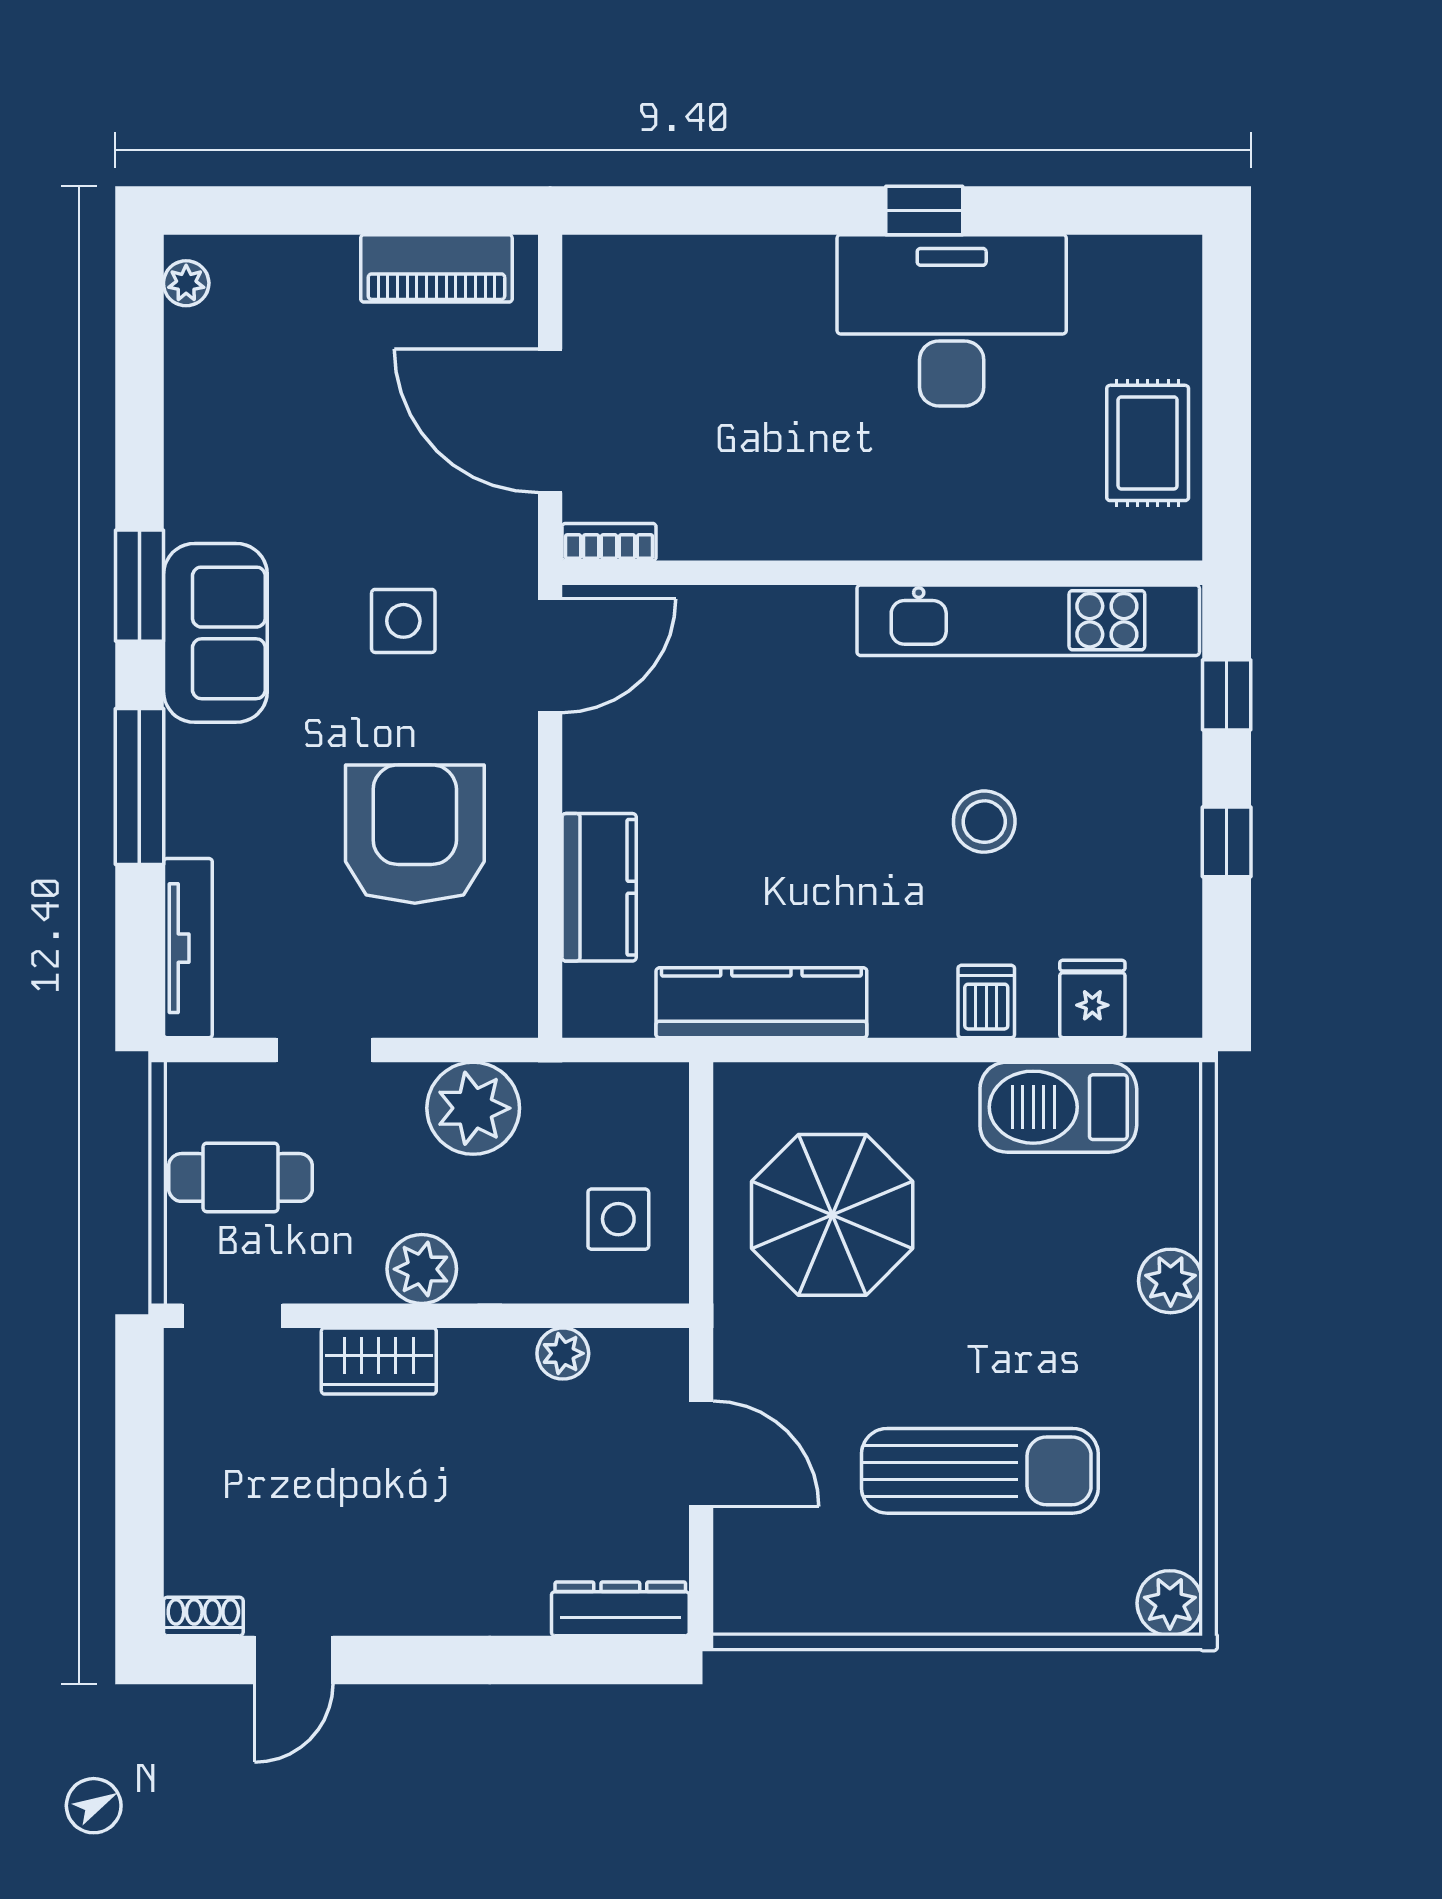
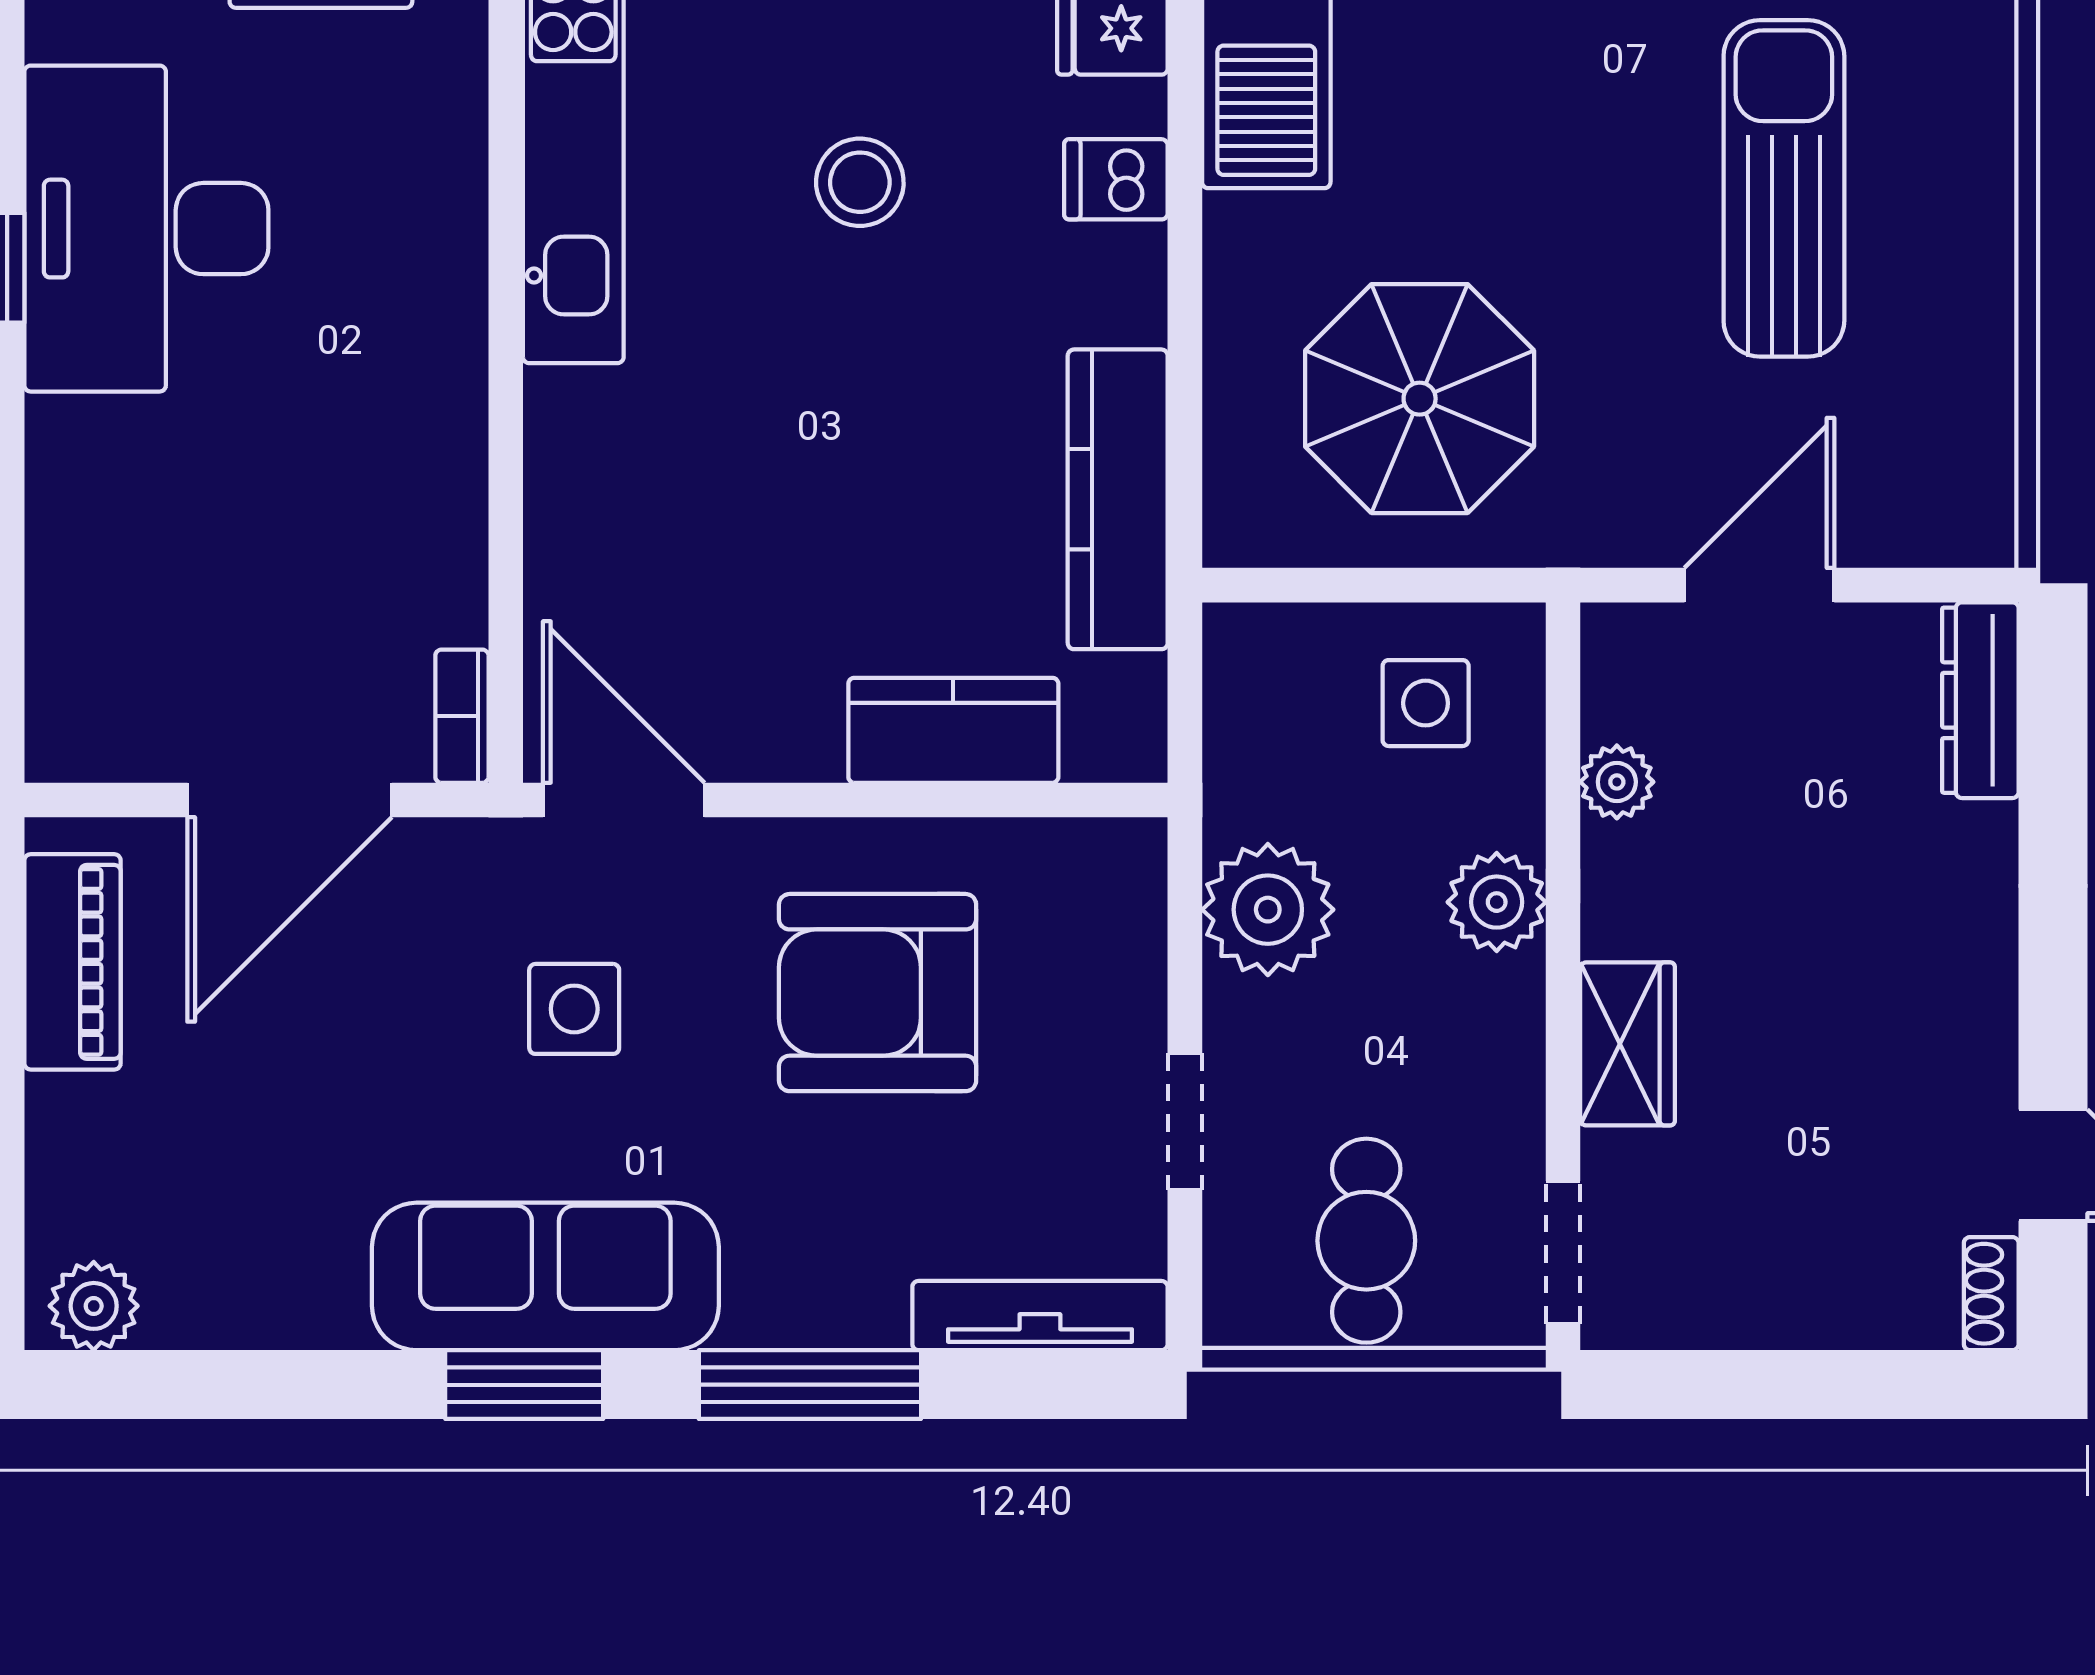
plant: (186, 283) -> (94, 1306), width x1.38, depth x1.38
sofa: (215, 633) -> (545, 1276), width x1.36
plant: (422, 1269) -> (1497, 902), moved

